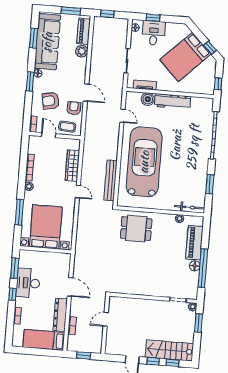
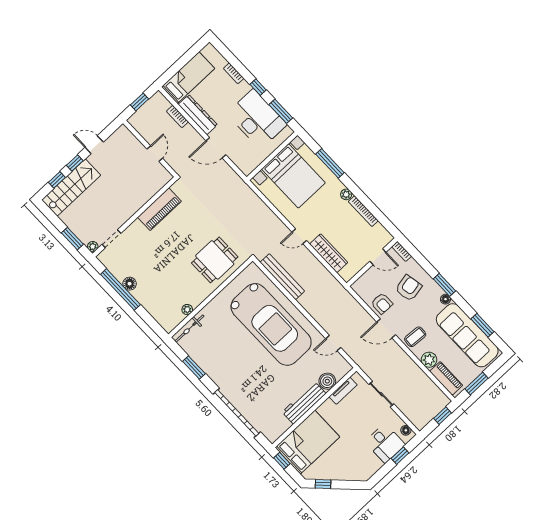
bed: (185, 57) -> (307, 442), moved, turned 45
coffee table: (67, 127) -> (415, 337), moved
piano: (194, 243) -> (159, 209), moved, turned 90
desk: (28, 283) -> (257, 119), width x1.36, depth x1.30

